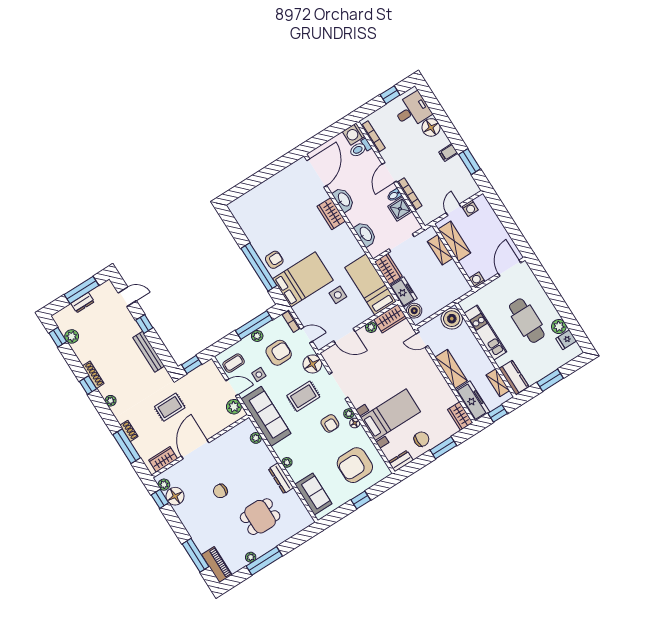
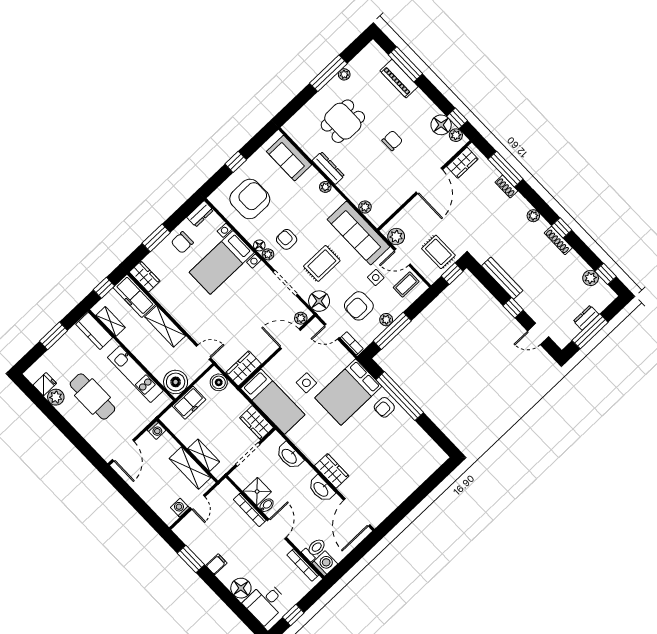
freezer: (403, 292) -> (189, 403), moved, turned -90
plant: (371, 327) -> (301, 318), moved
rug: (170, 407) -> (438, 252), moved, turned 90
piano: (217, 565) -> (399, 79), moved

